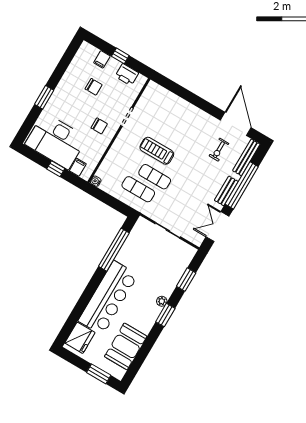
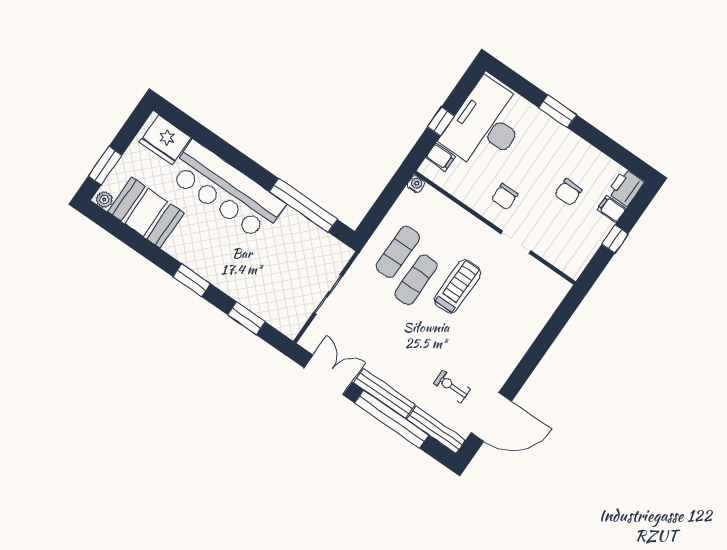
printer: (127, 75) -> (626, 187), moved
bench: (226, 191) -> (384, 394), width x1.36
plant: (162, 301) -> (104, 200), moved

